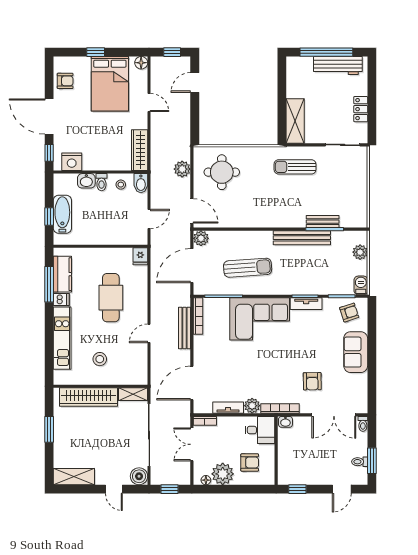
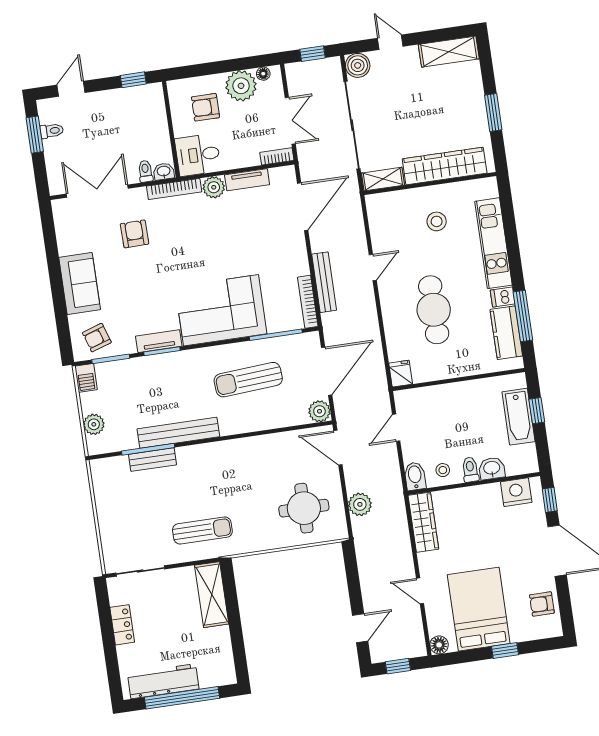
toilet: (363, 424) -> (145, 171), moved

